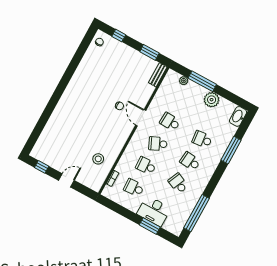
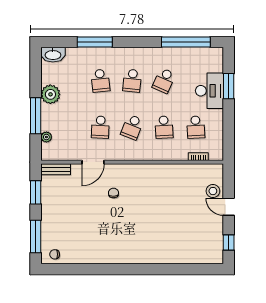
window: (119, 36) -> (36, 237), width x2.17
door: (141, 118) -> (93, 162), moved
school desk: (158, 144) -> (132, 127), turned 45
stool: (98, 159) -> (213, 191), moved

